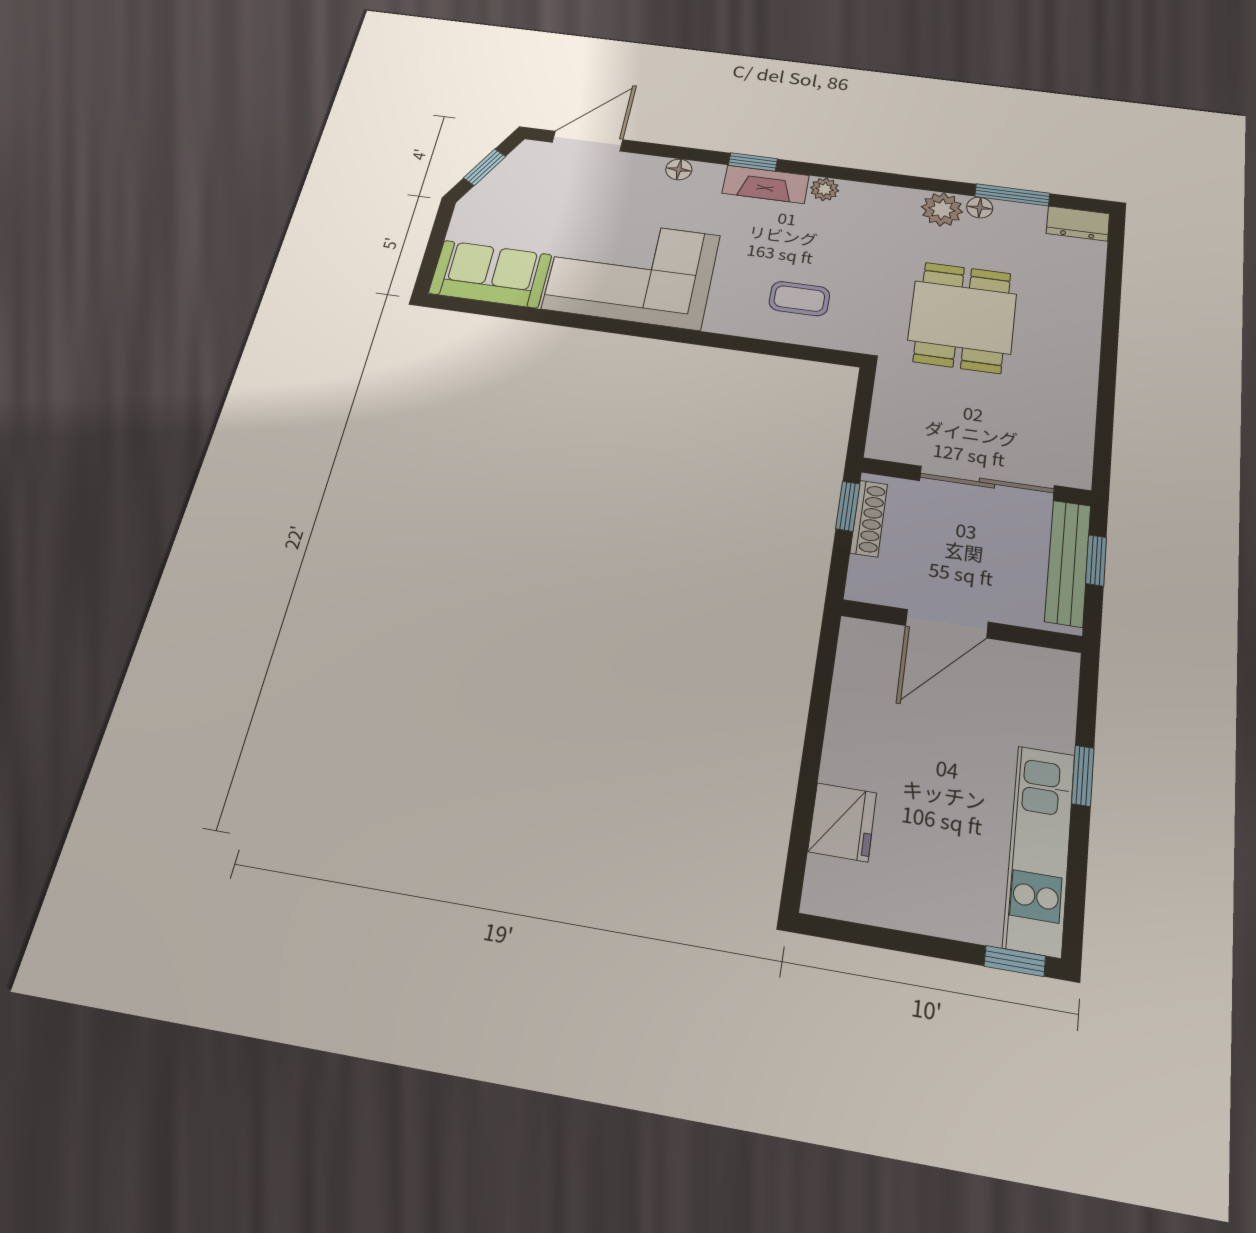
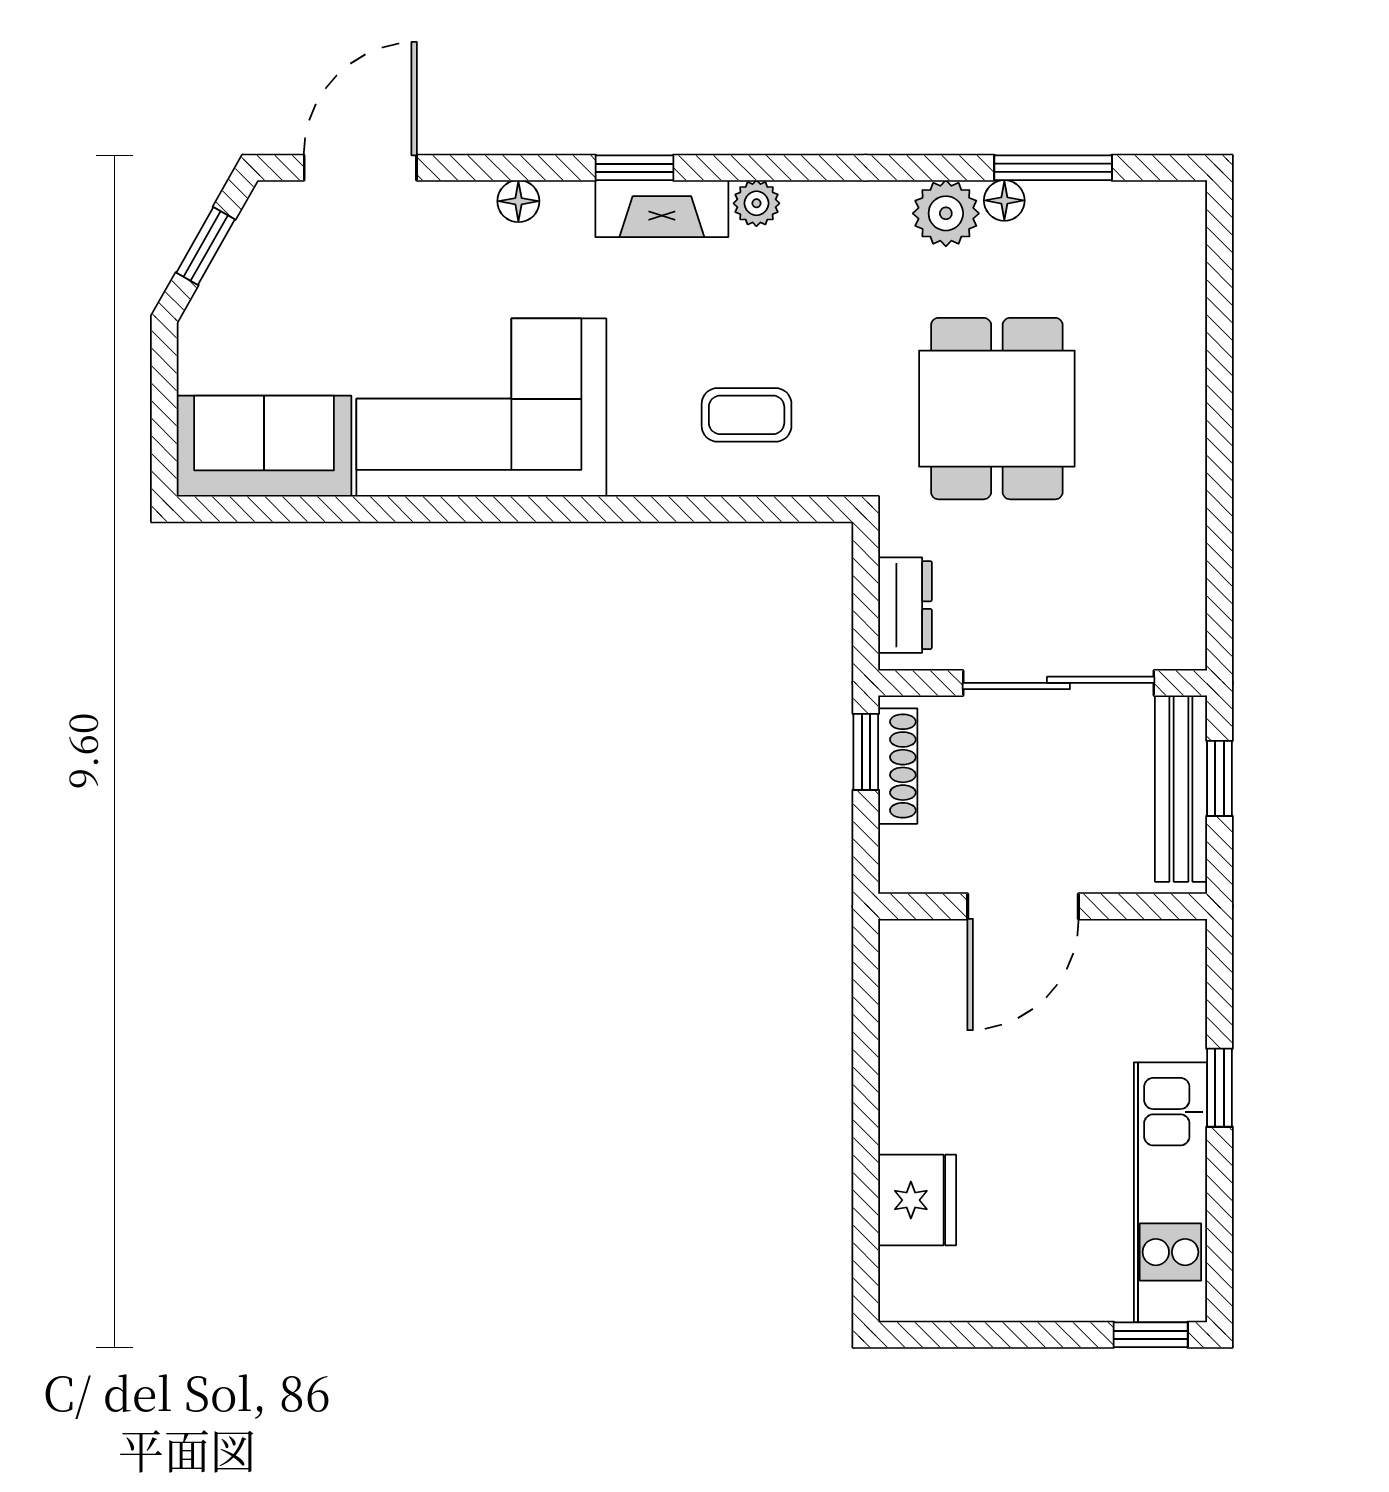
dresser: (1078, 224) -> (905, 605), moved, turned -90

